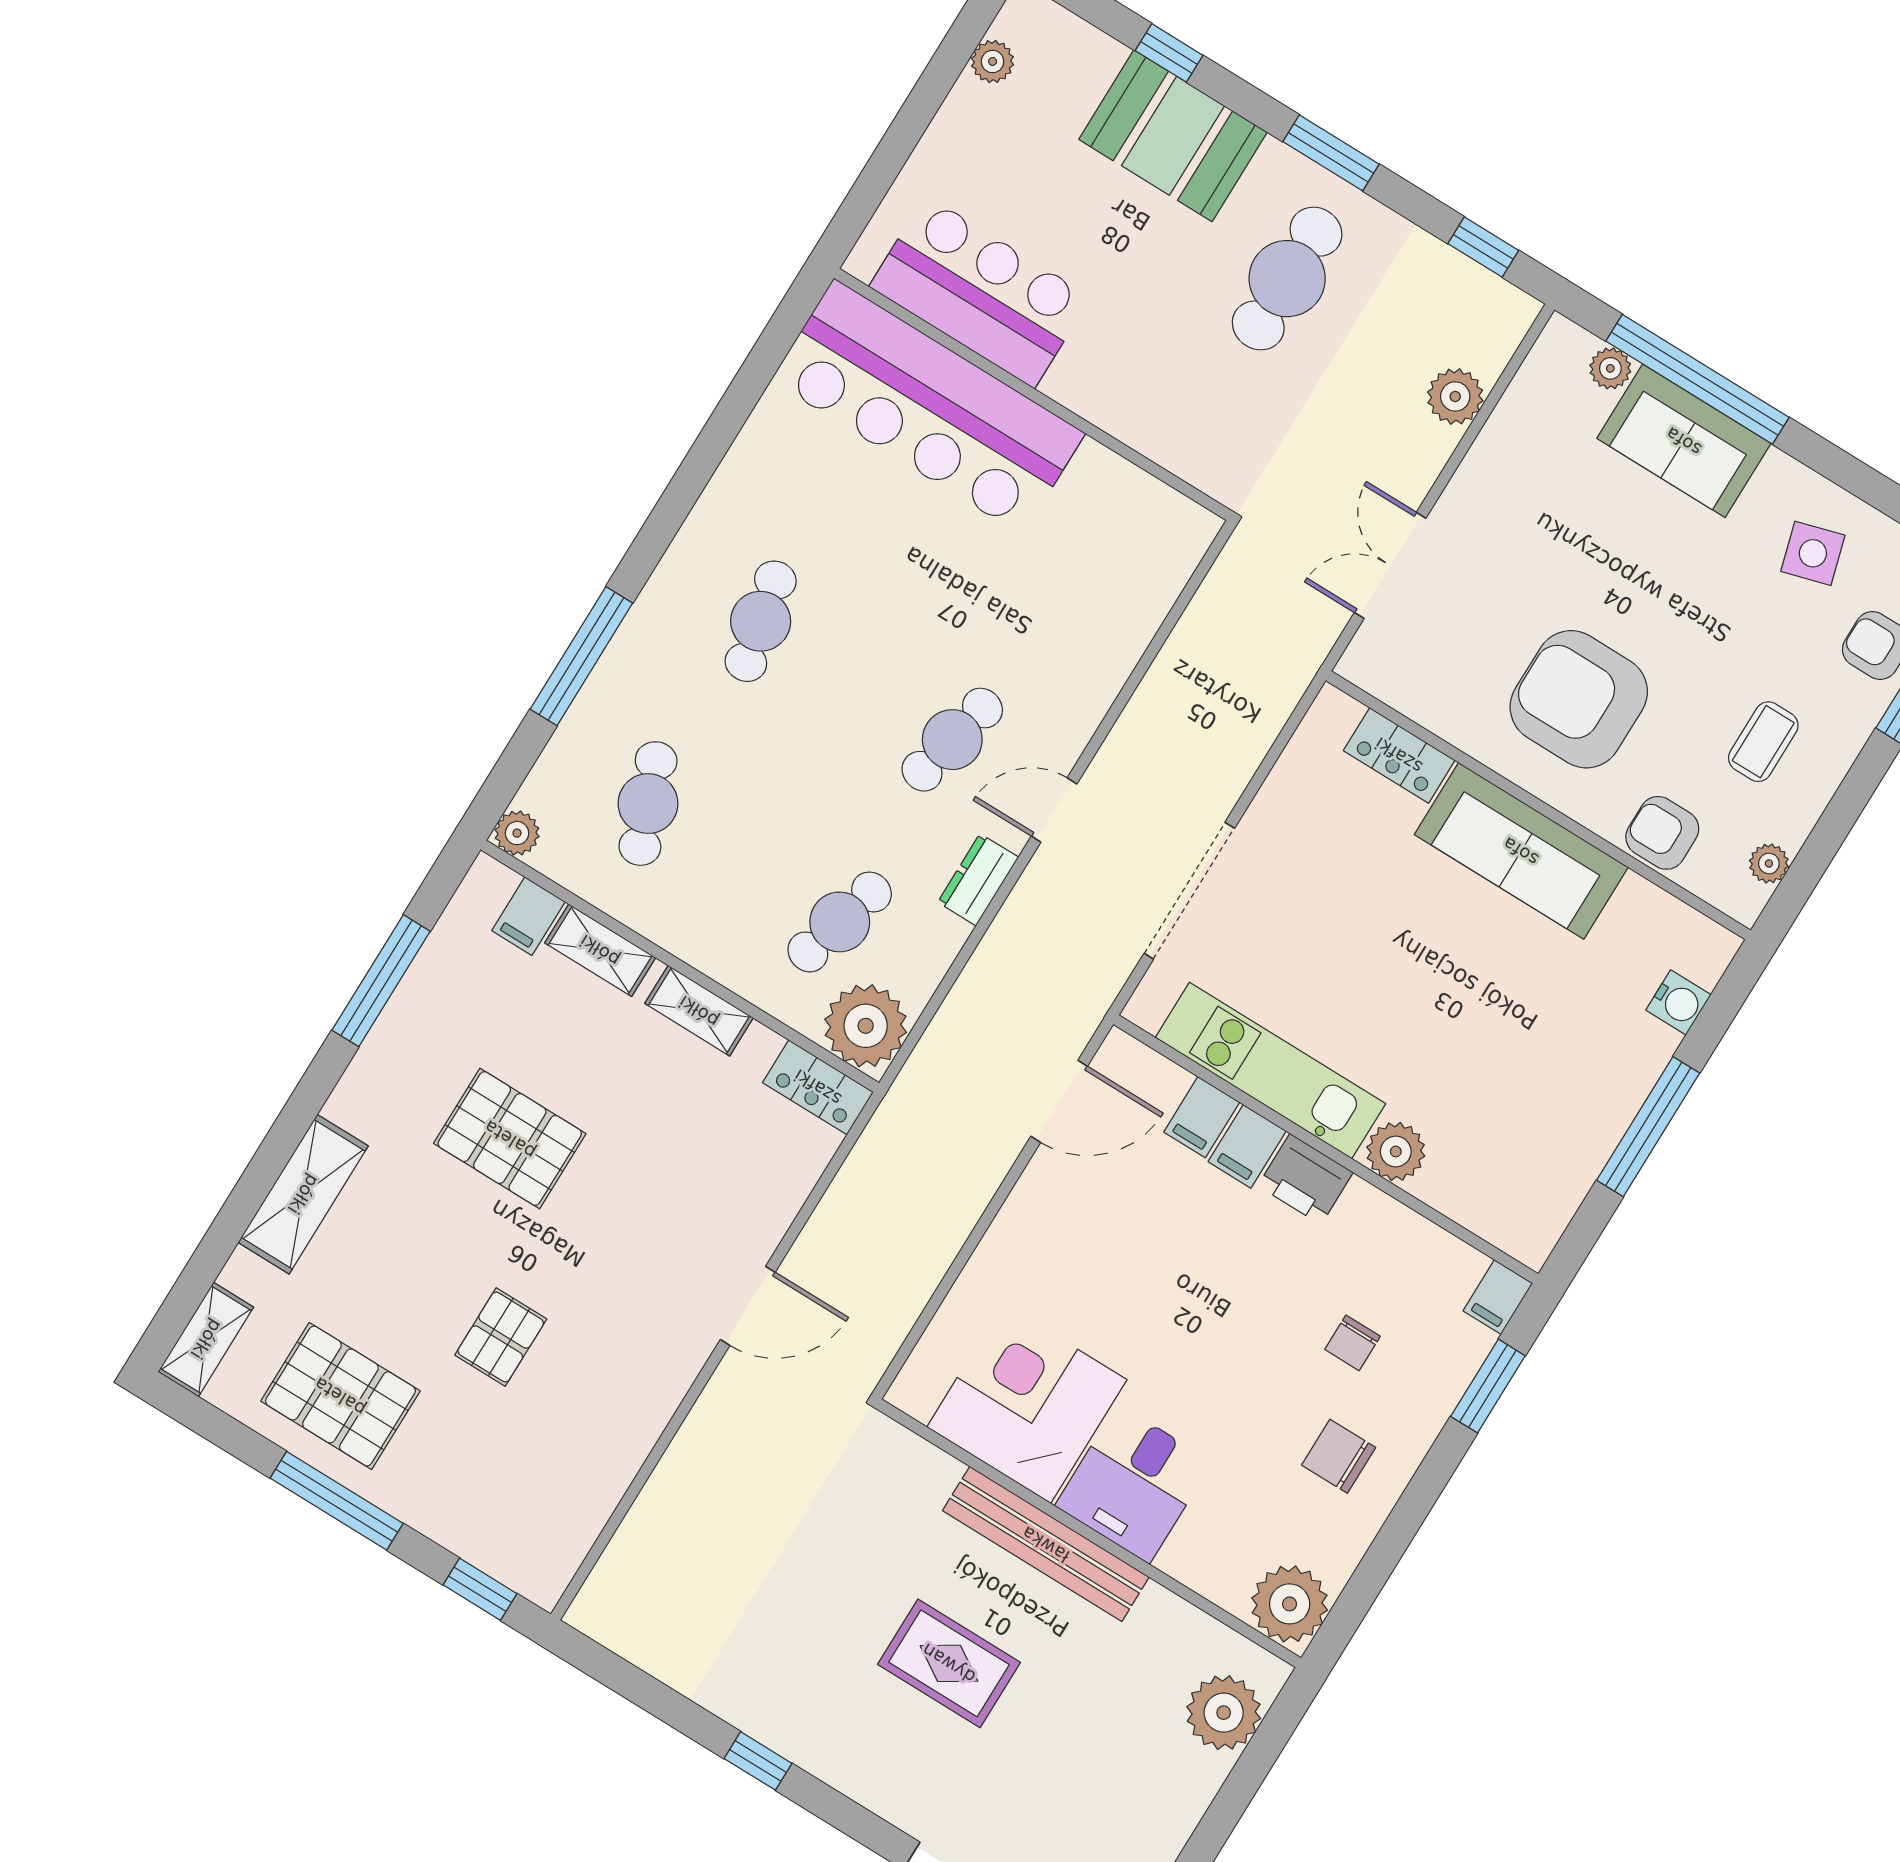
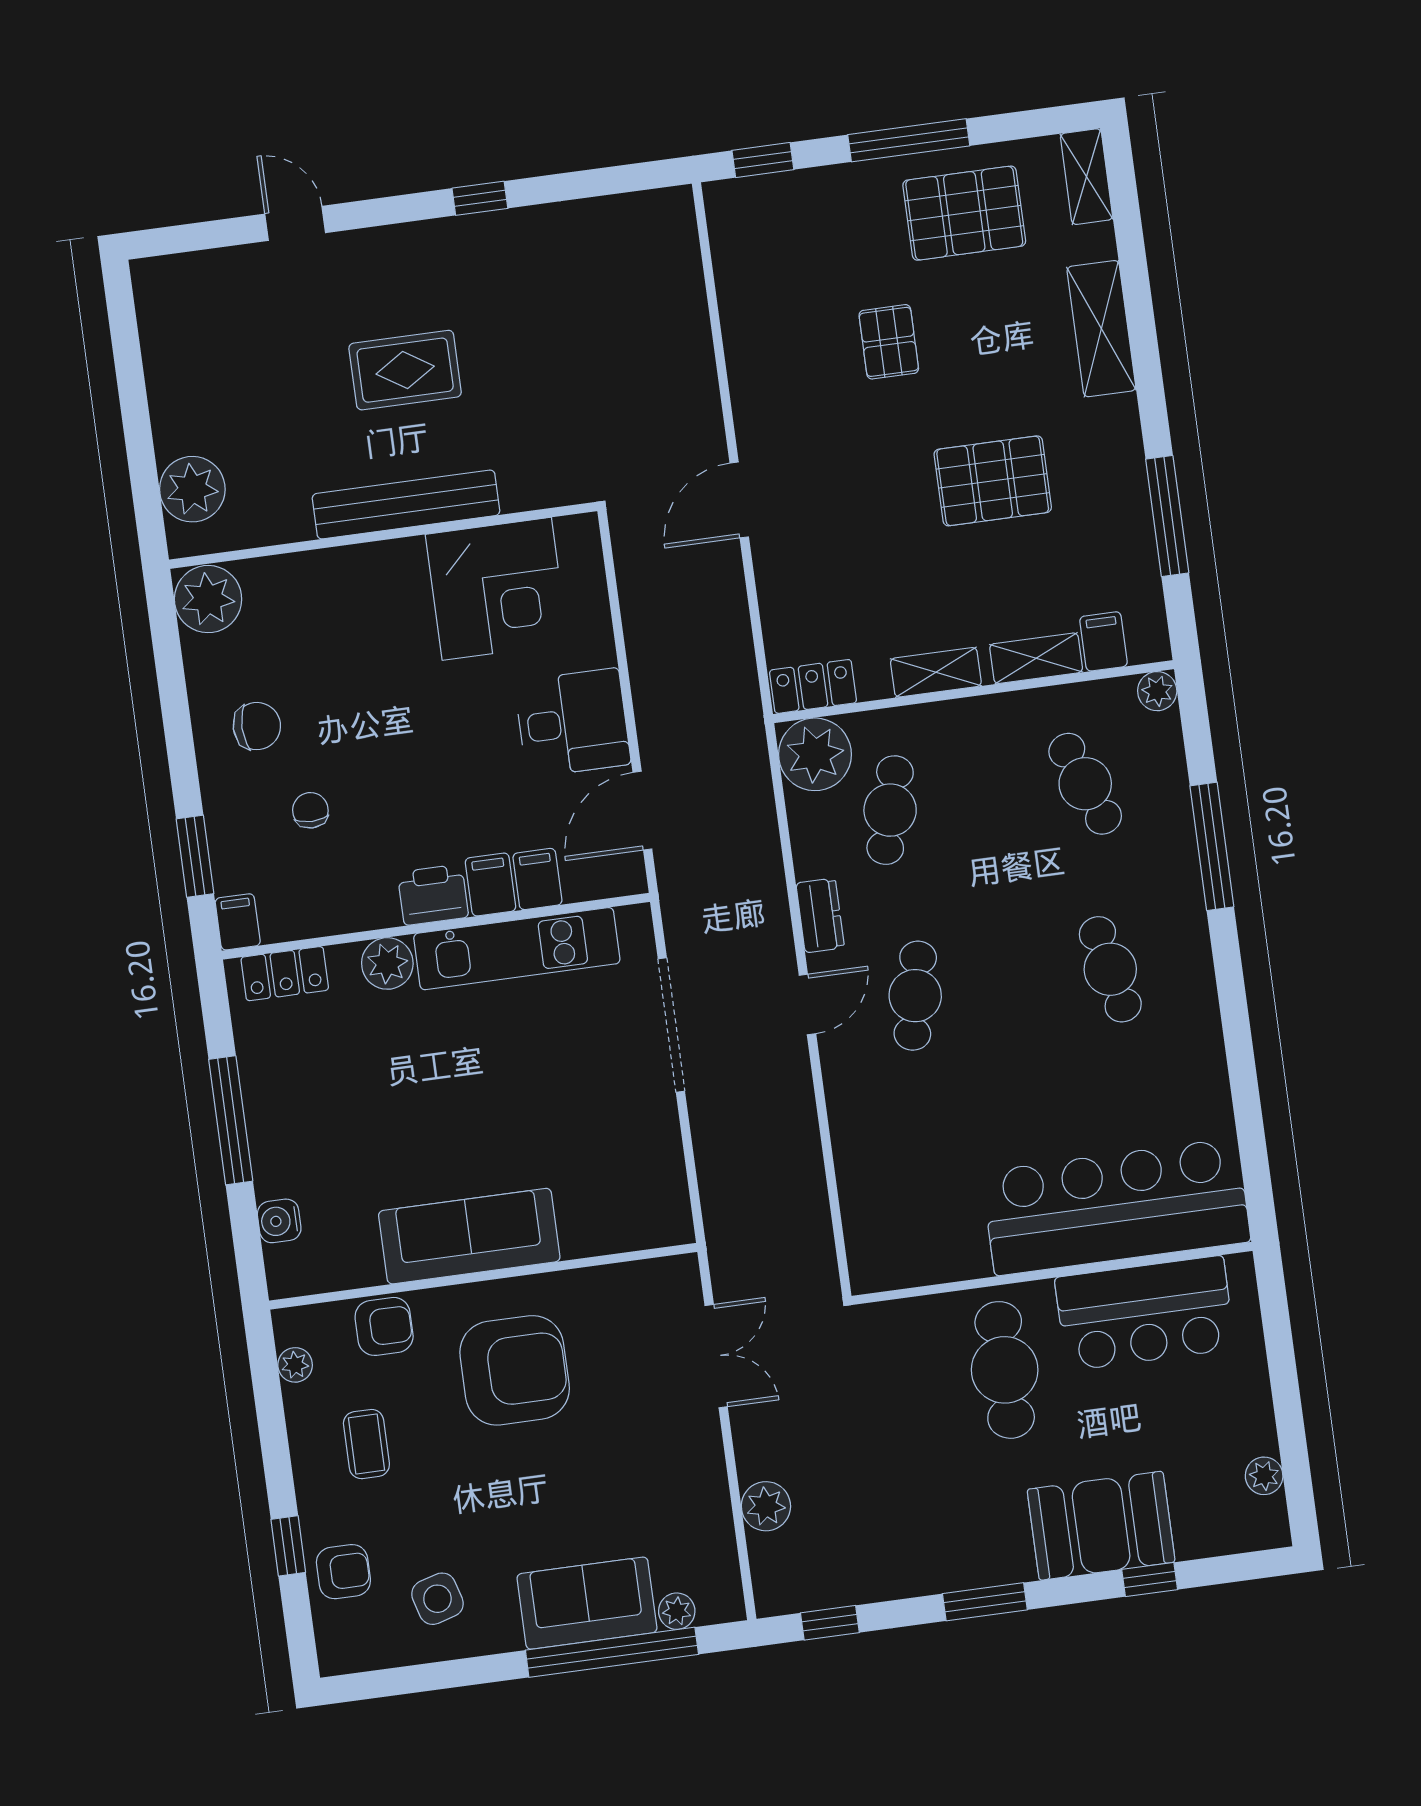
cafe table: (1287, 279) -> (1005, 1370), moved
locker: (1399, 755) -> (285, 974), moved, turned 180
desk: (1134, 1484) -> (573, 723), moved, turned 90

